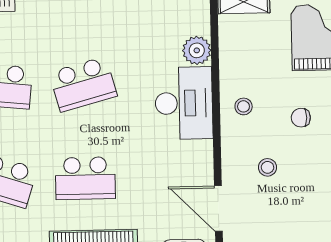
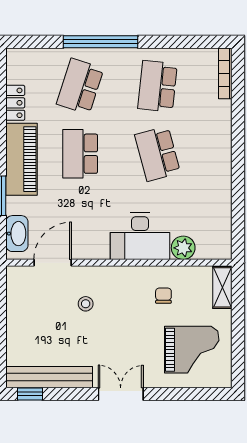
stool: (244, 106) -> (136, 285), removed
chair: (301, 118) -> (163, 296), moved

